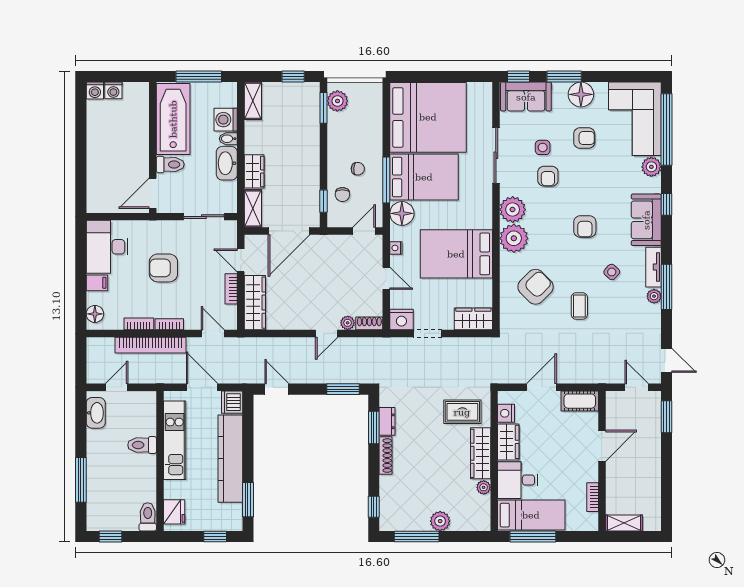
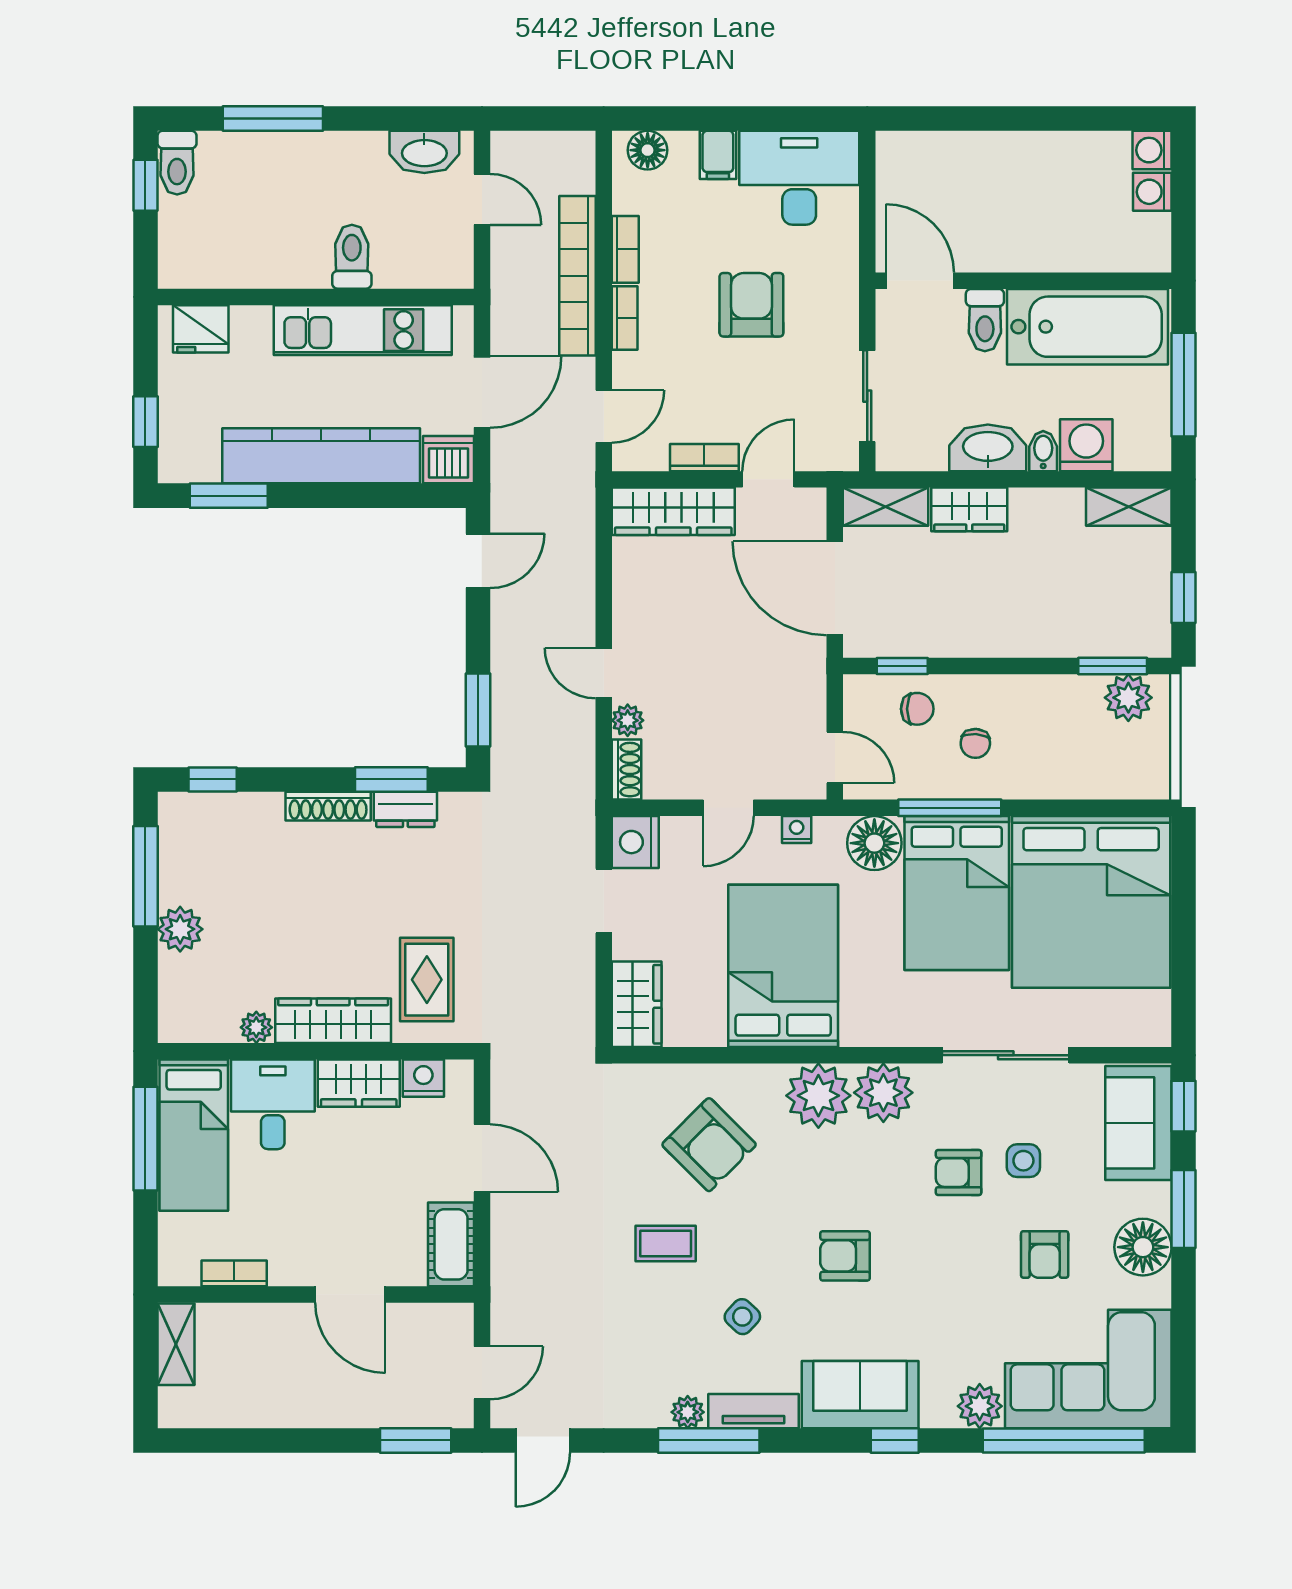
chair: (342, 194) -> (917, 709), turned 180
toilet: (148, 517) -> (177, 163), moved, turned 90

